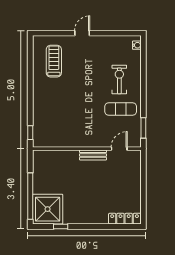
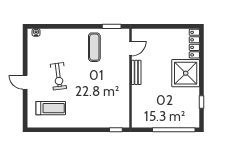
treadmill: (54, 61) -> (51, 108), turned 180
exercise bike: (119, 79) -> (58, 76), moved, turned -97
door: (119, 149) -> (131, 48), swing flipped
shower: (48, 209) -> (186, 73), moved

